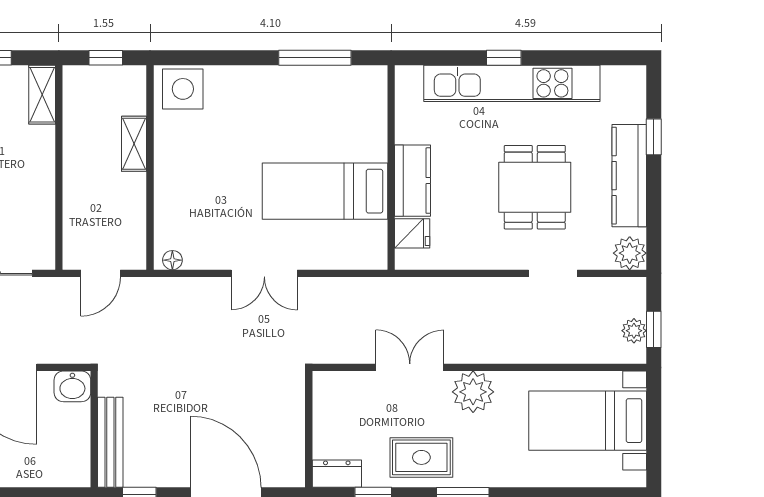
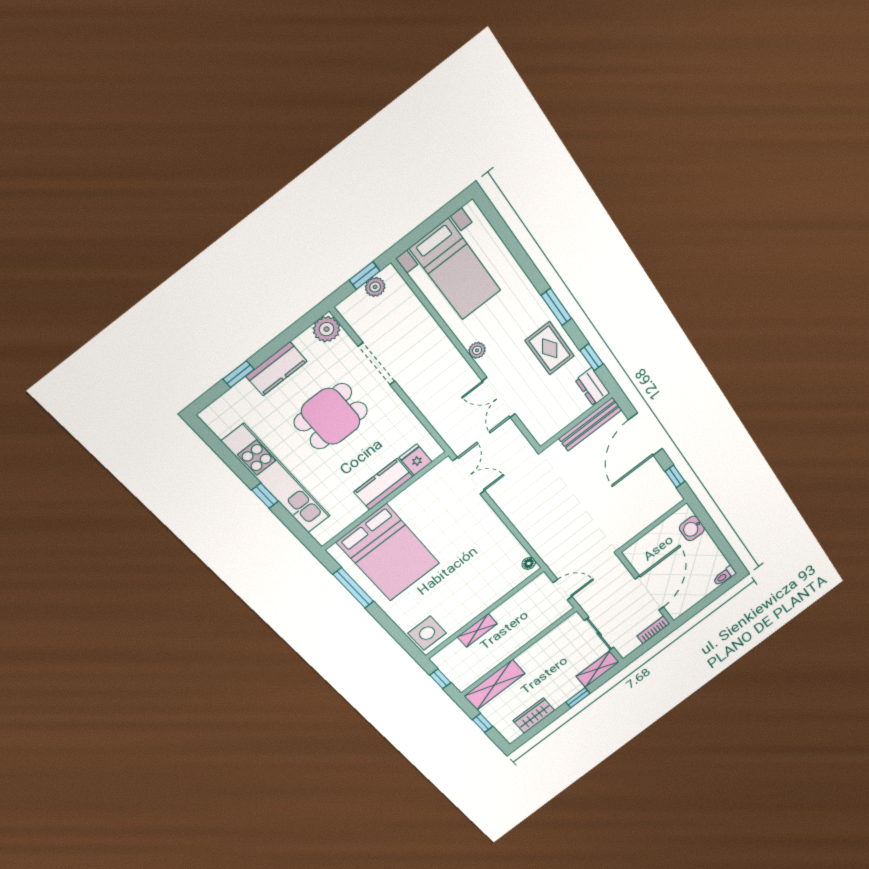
shelving: (42, 95) -> (495, 685), width x1.50, depth x1.33
kitchen counter: (629, 176) -> (276, 369), width x0.67
bed: (325, 191) -> (388, 553), moved, width x1.50
double door: (264, 273) -> (469, 476), moved
doorway: (553, 273) -> (377, 364), width x1.38
washbasin: (72, 386) -> (692, 528), moved, turned 180
plant: (473, 392) -> (477, 350), width x0.53, depth x0.53
bench: (110, 442) -> (590, 424), moved

